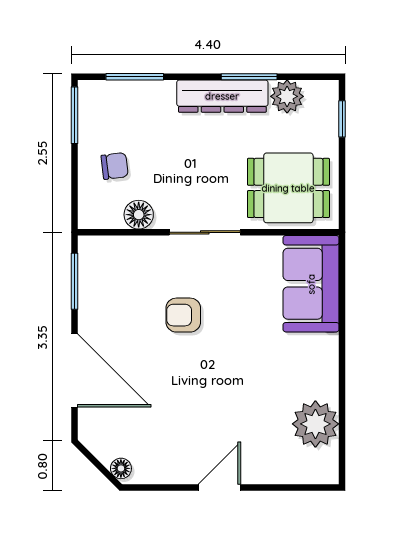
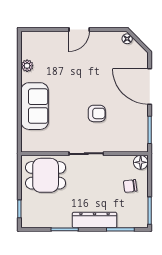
dresser: (222, 96) -> (95, 220), moved
plant: (287, 96) -> (46, 220), removed
floor lamp: (139, 215) -> (141, 162), moved
sofa: (311, 284) -> (35, 106), moved
plant: (315, 424) -> (27, 66), width x0.53, depth x0.53

